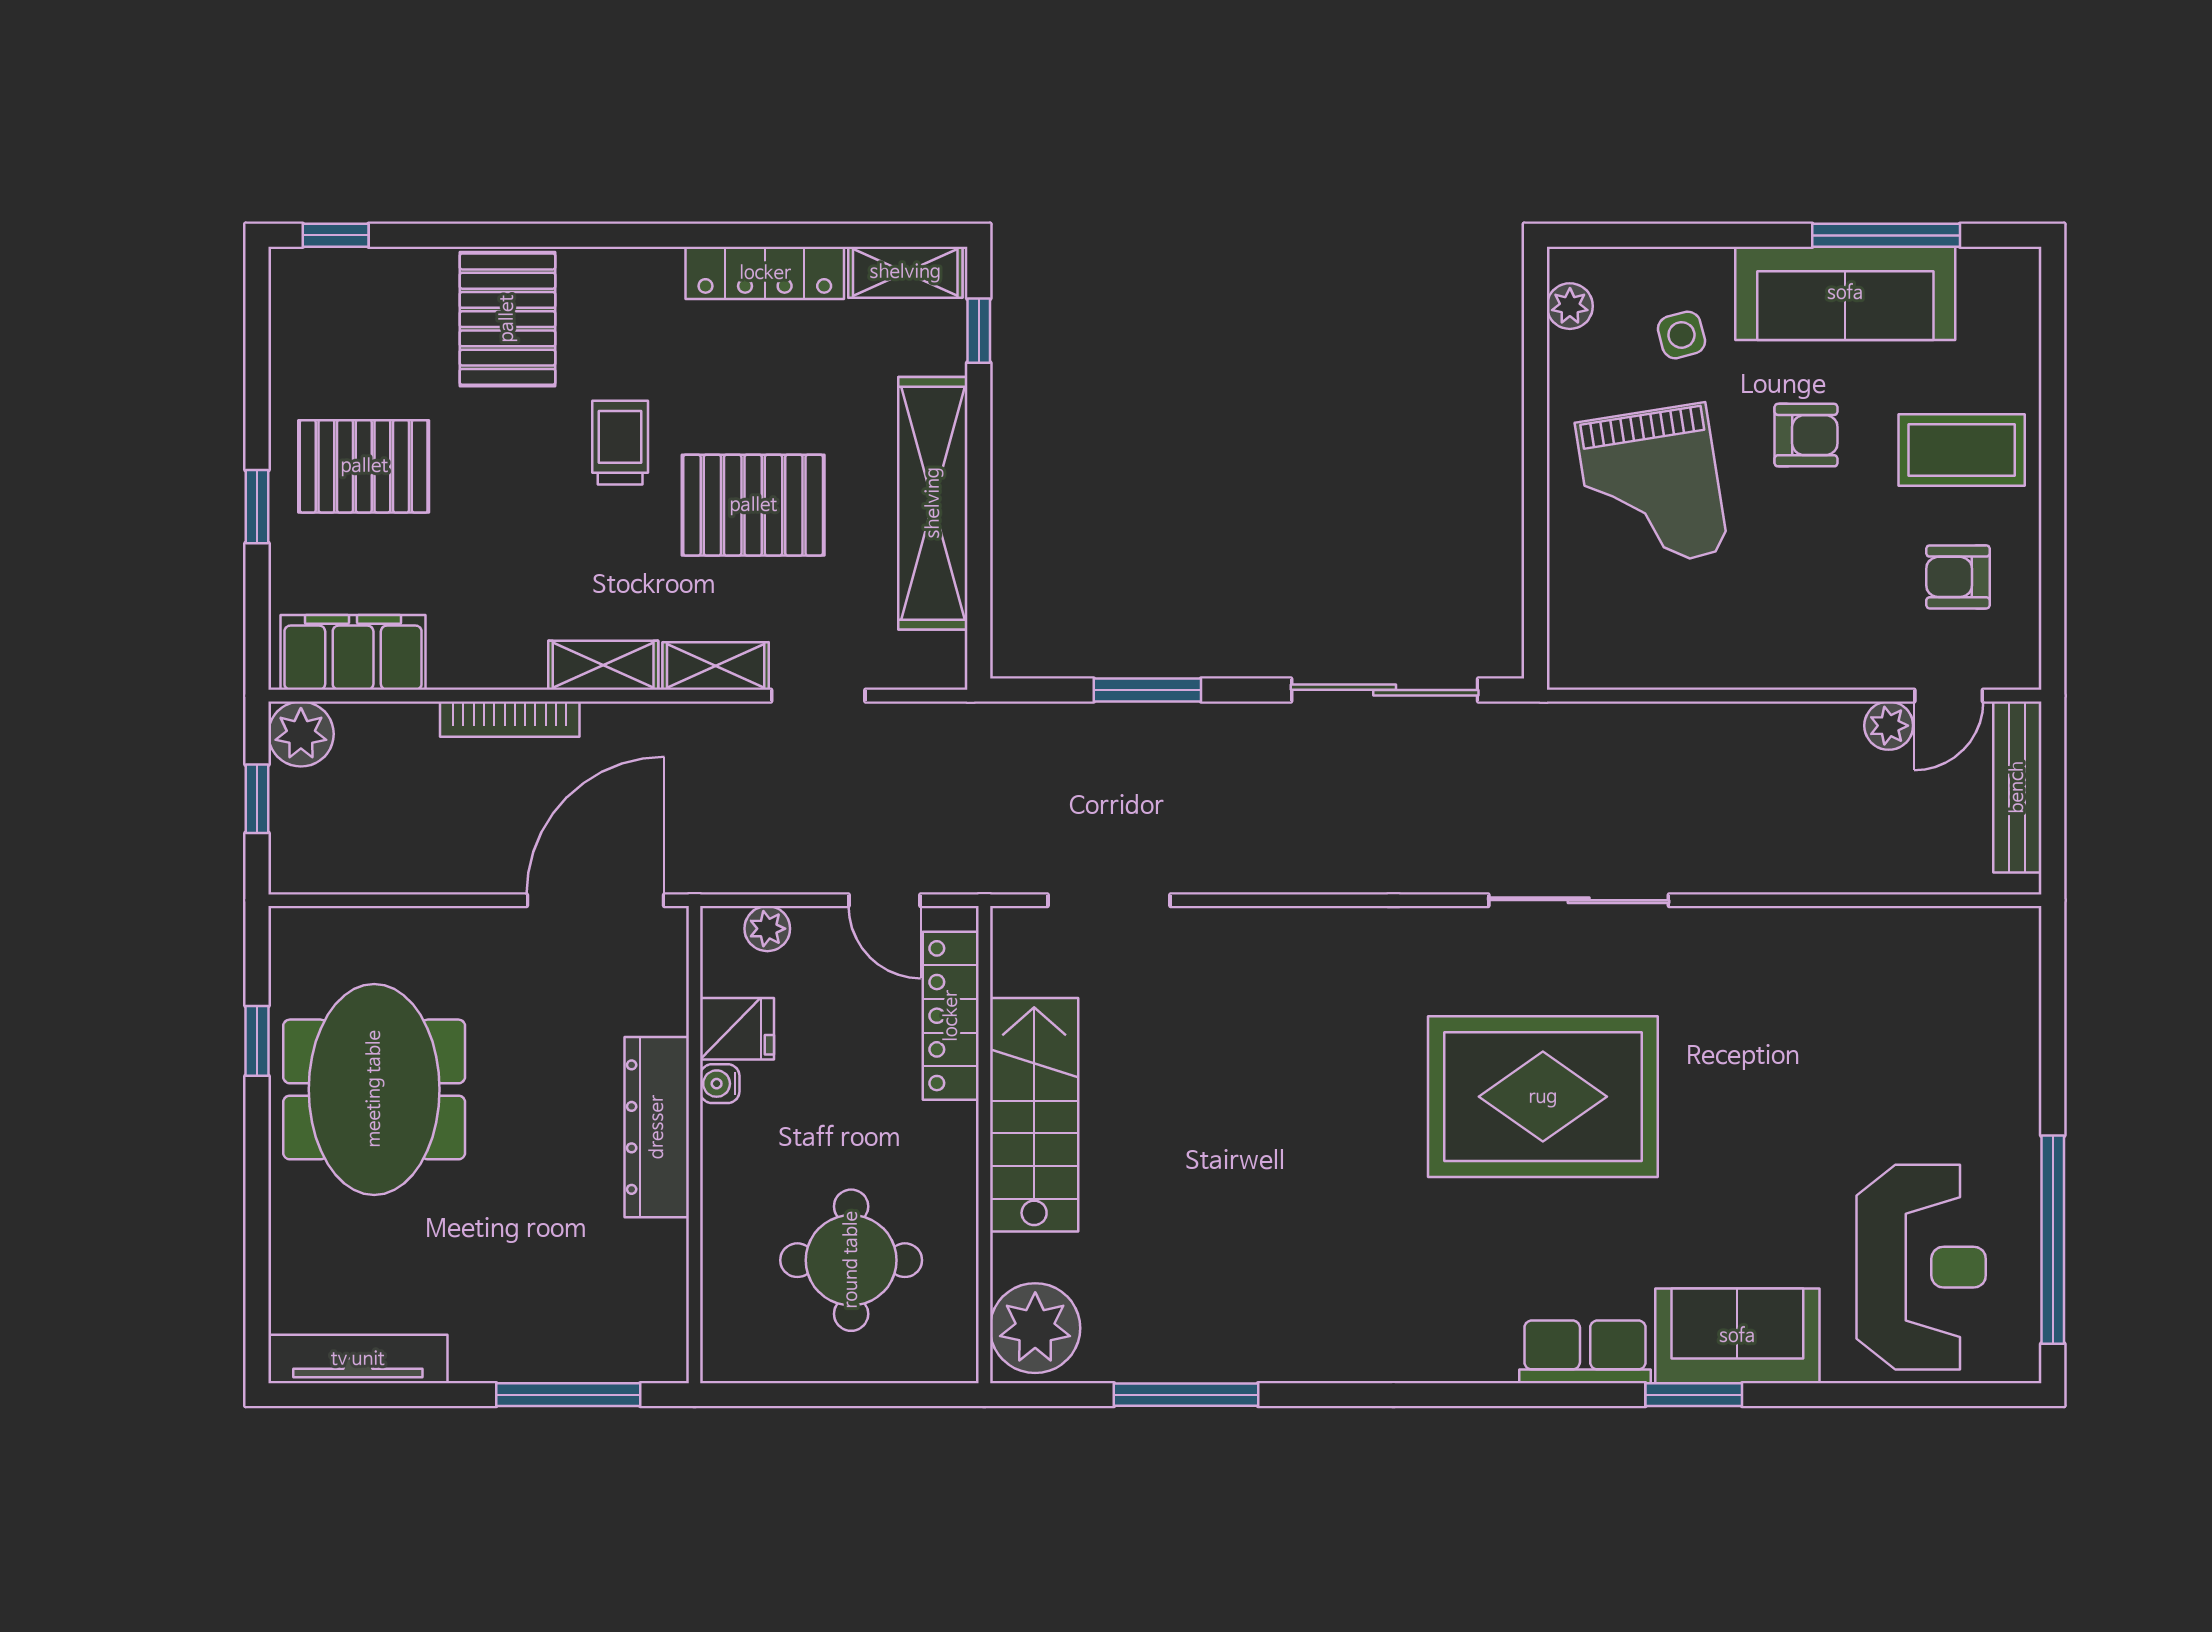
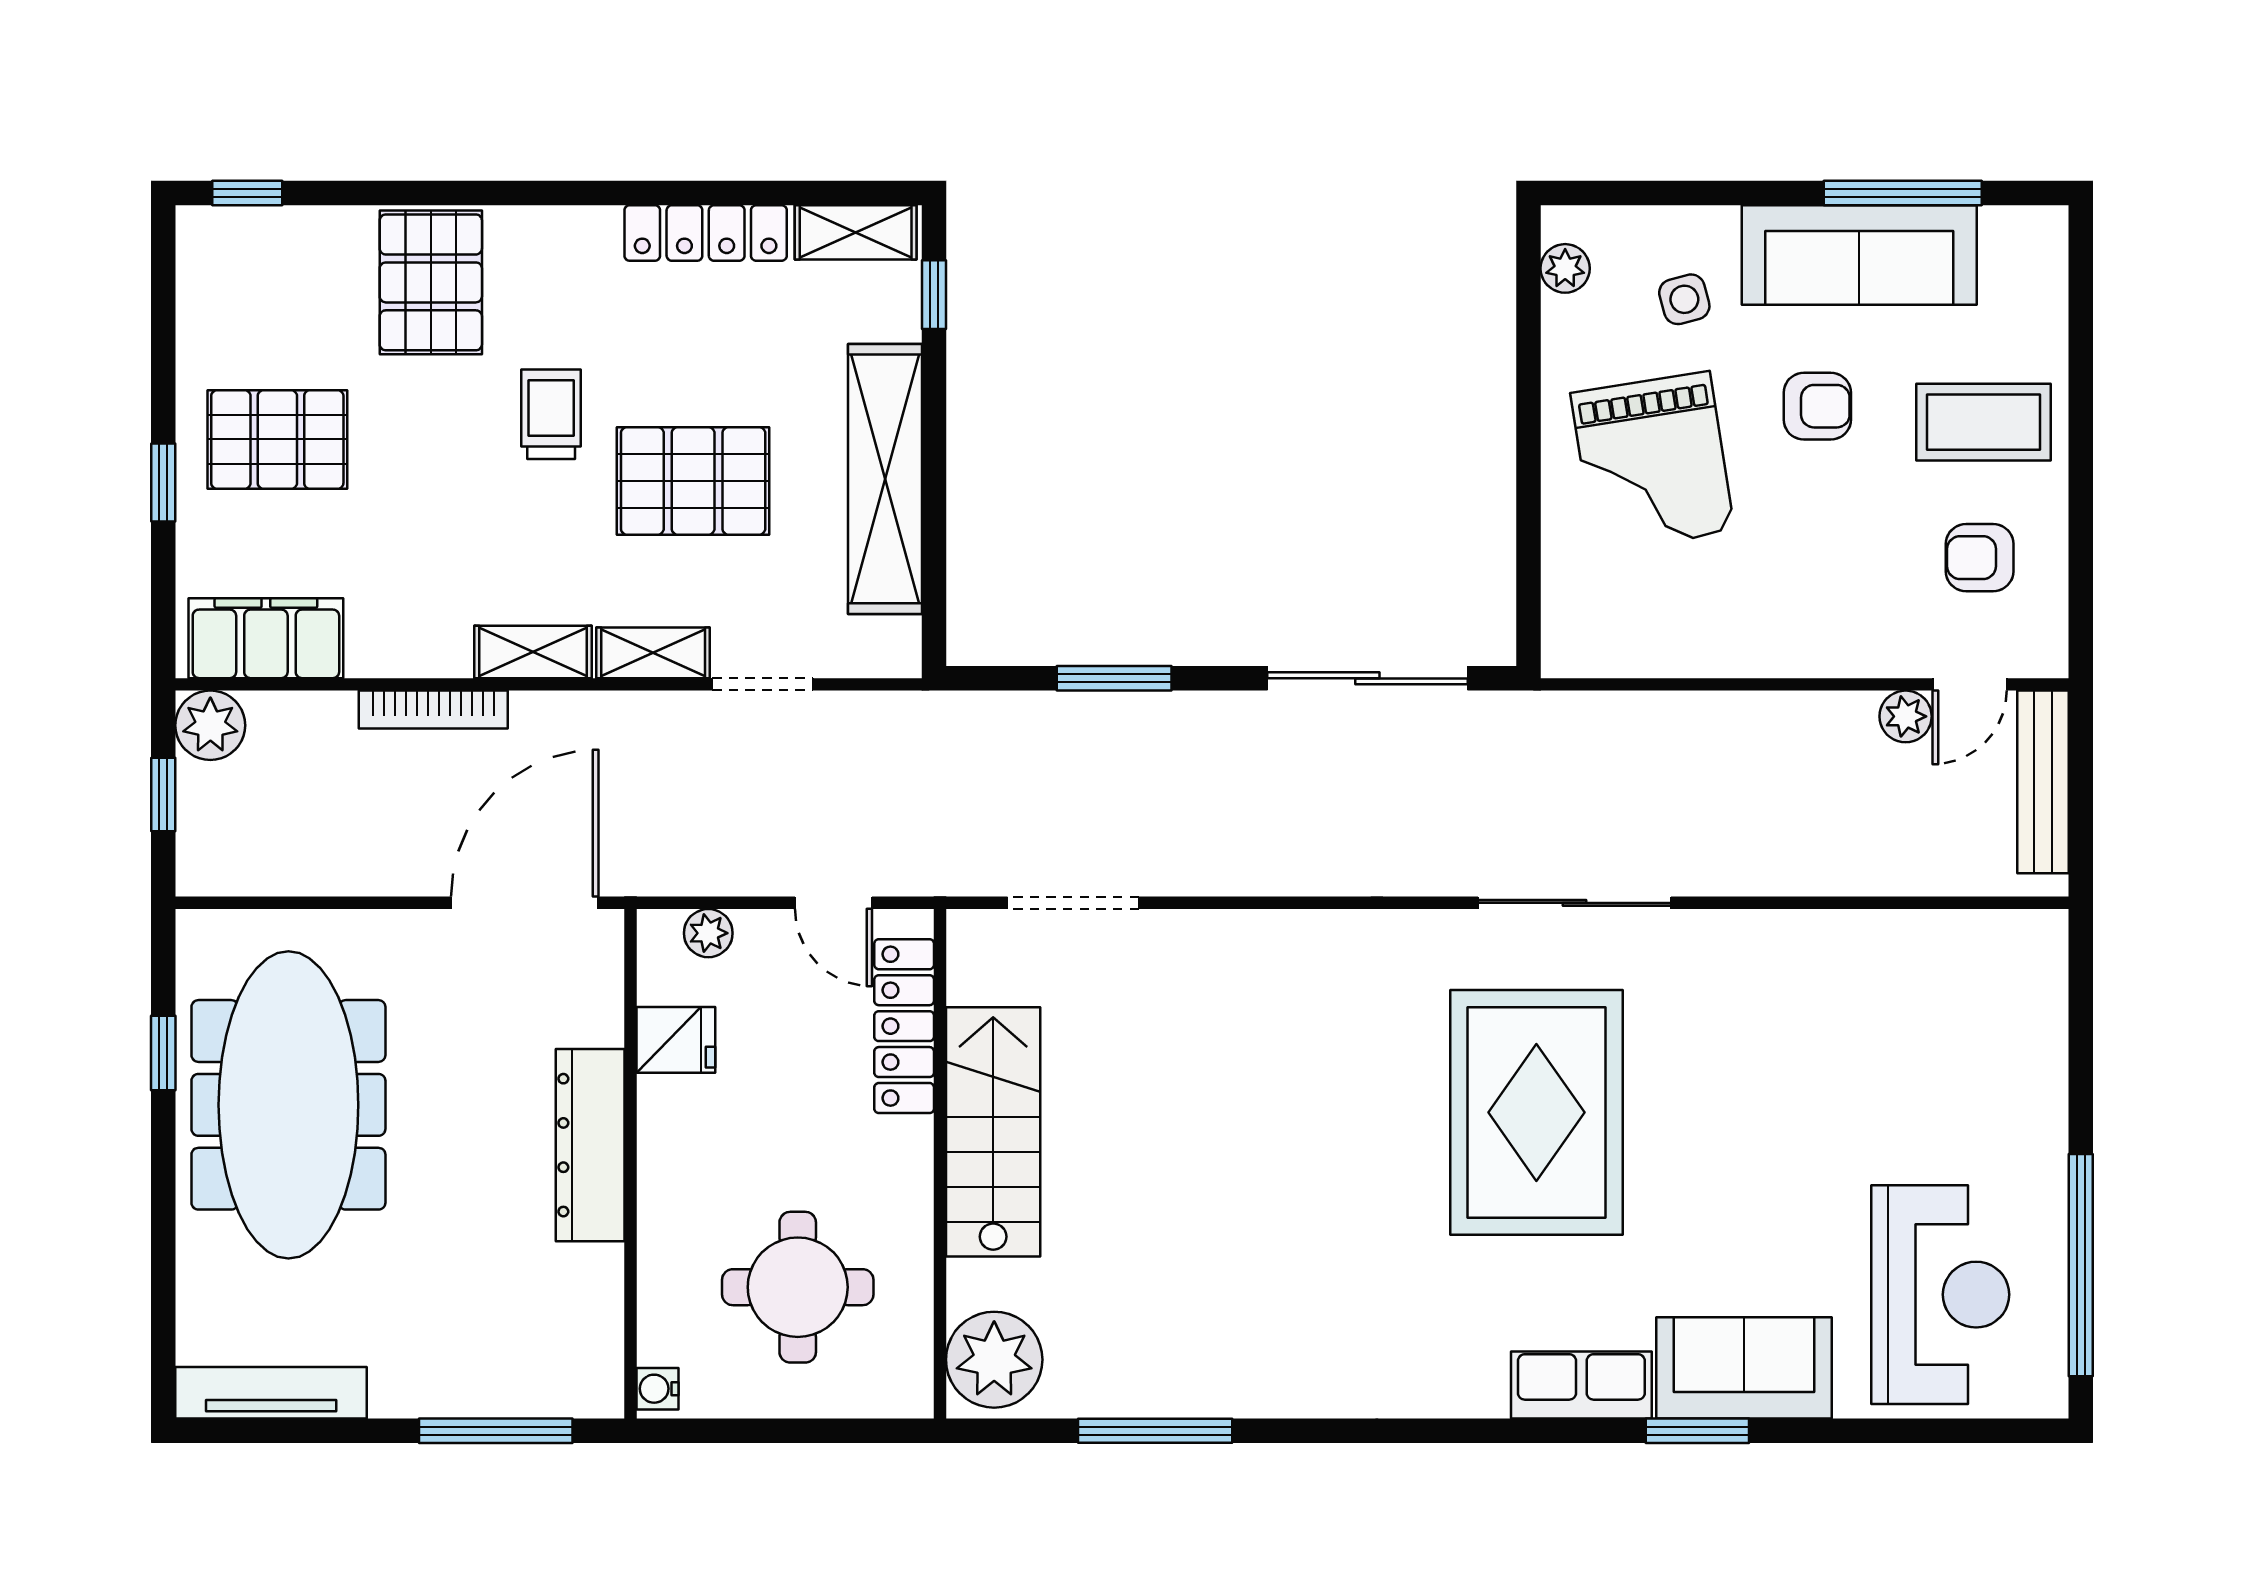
water cooler: (720, 1084) -> (657, 1389), moved
meeting table: (374, 1089) -> (288, 1105), width x1.36
rug: (1543, 1097) -> (1536, 1112), turned 90

